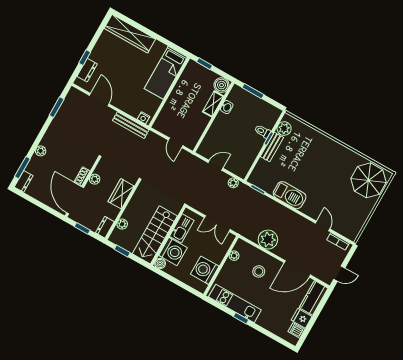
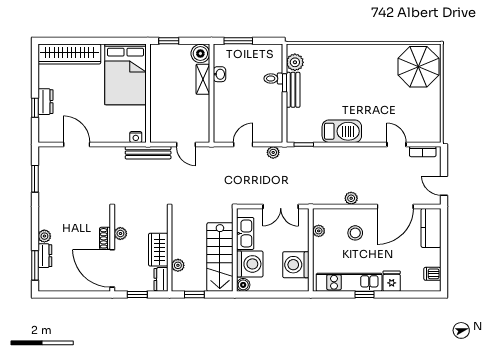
dresser: (87, 70) -> (45, 102), moved
bed: (166, 73) -> (125, 74), width x1.50
bench: (131, 125) -> (148, 153), moved
dresser: (24, 181) -> (45, 256), moved
wardrobe: (121, 194) -> (158, 250), moved
plant: (268, 240) -> (351, 198), width x0.53, depth x0.53
door: (339, 274) -> (444, 186), swing flipped
fridge: (302, 318) -> (392, 281), moved, turned 90

